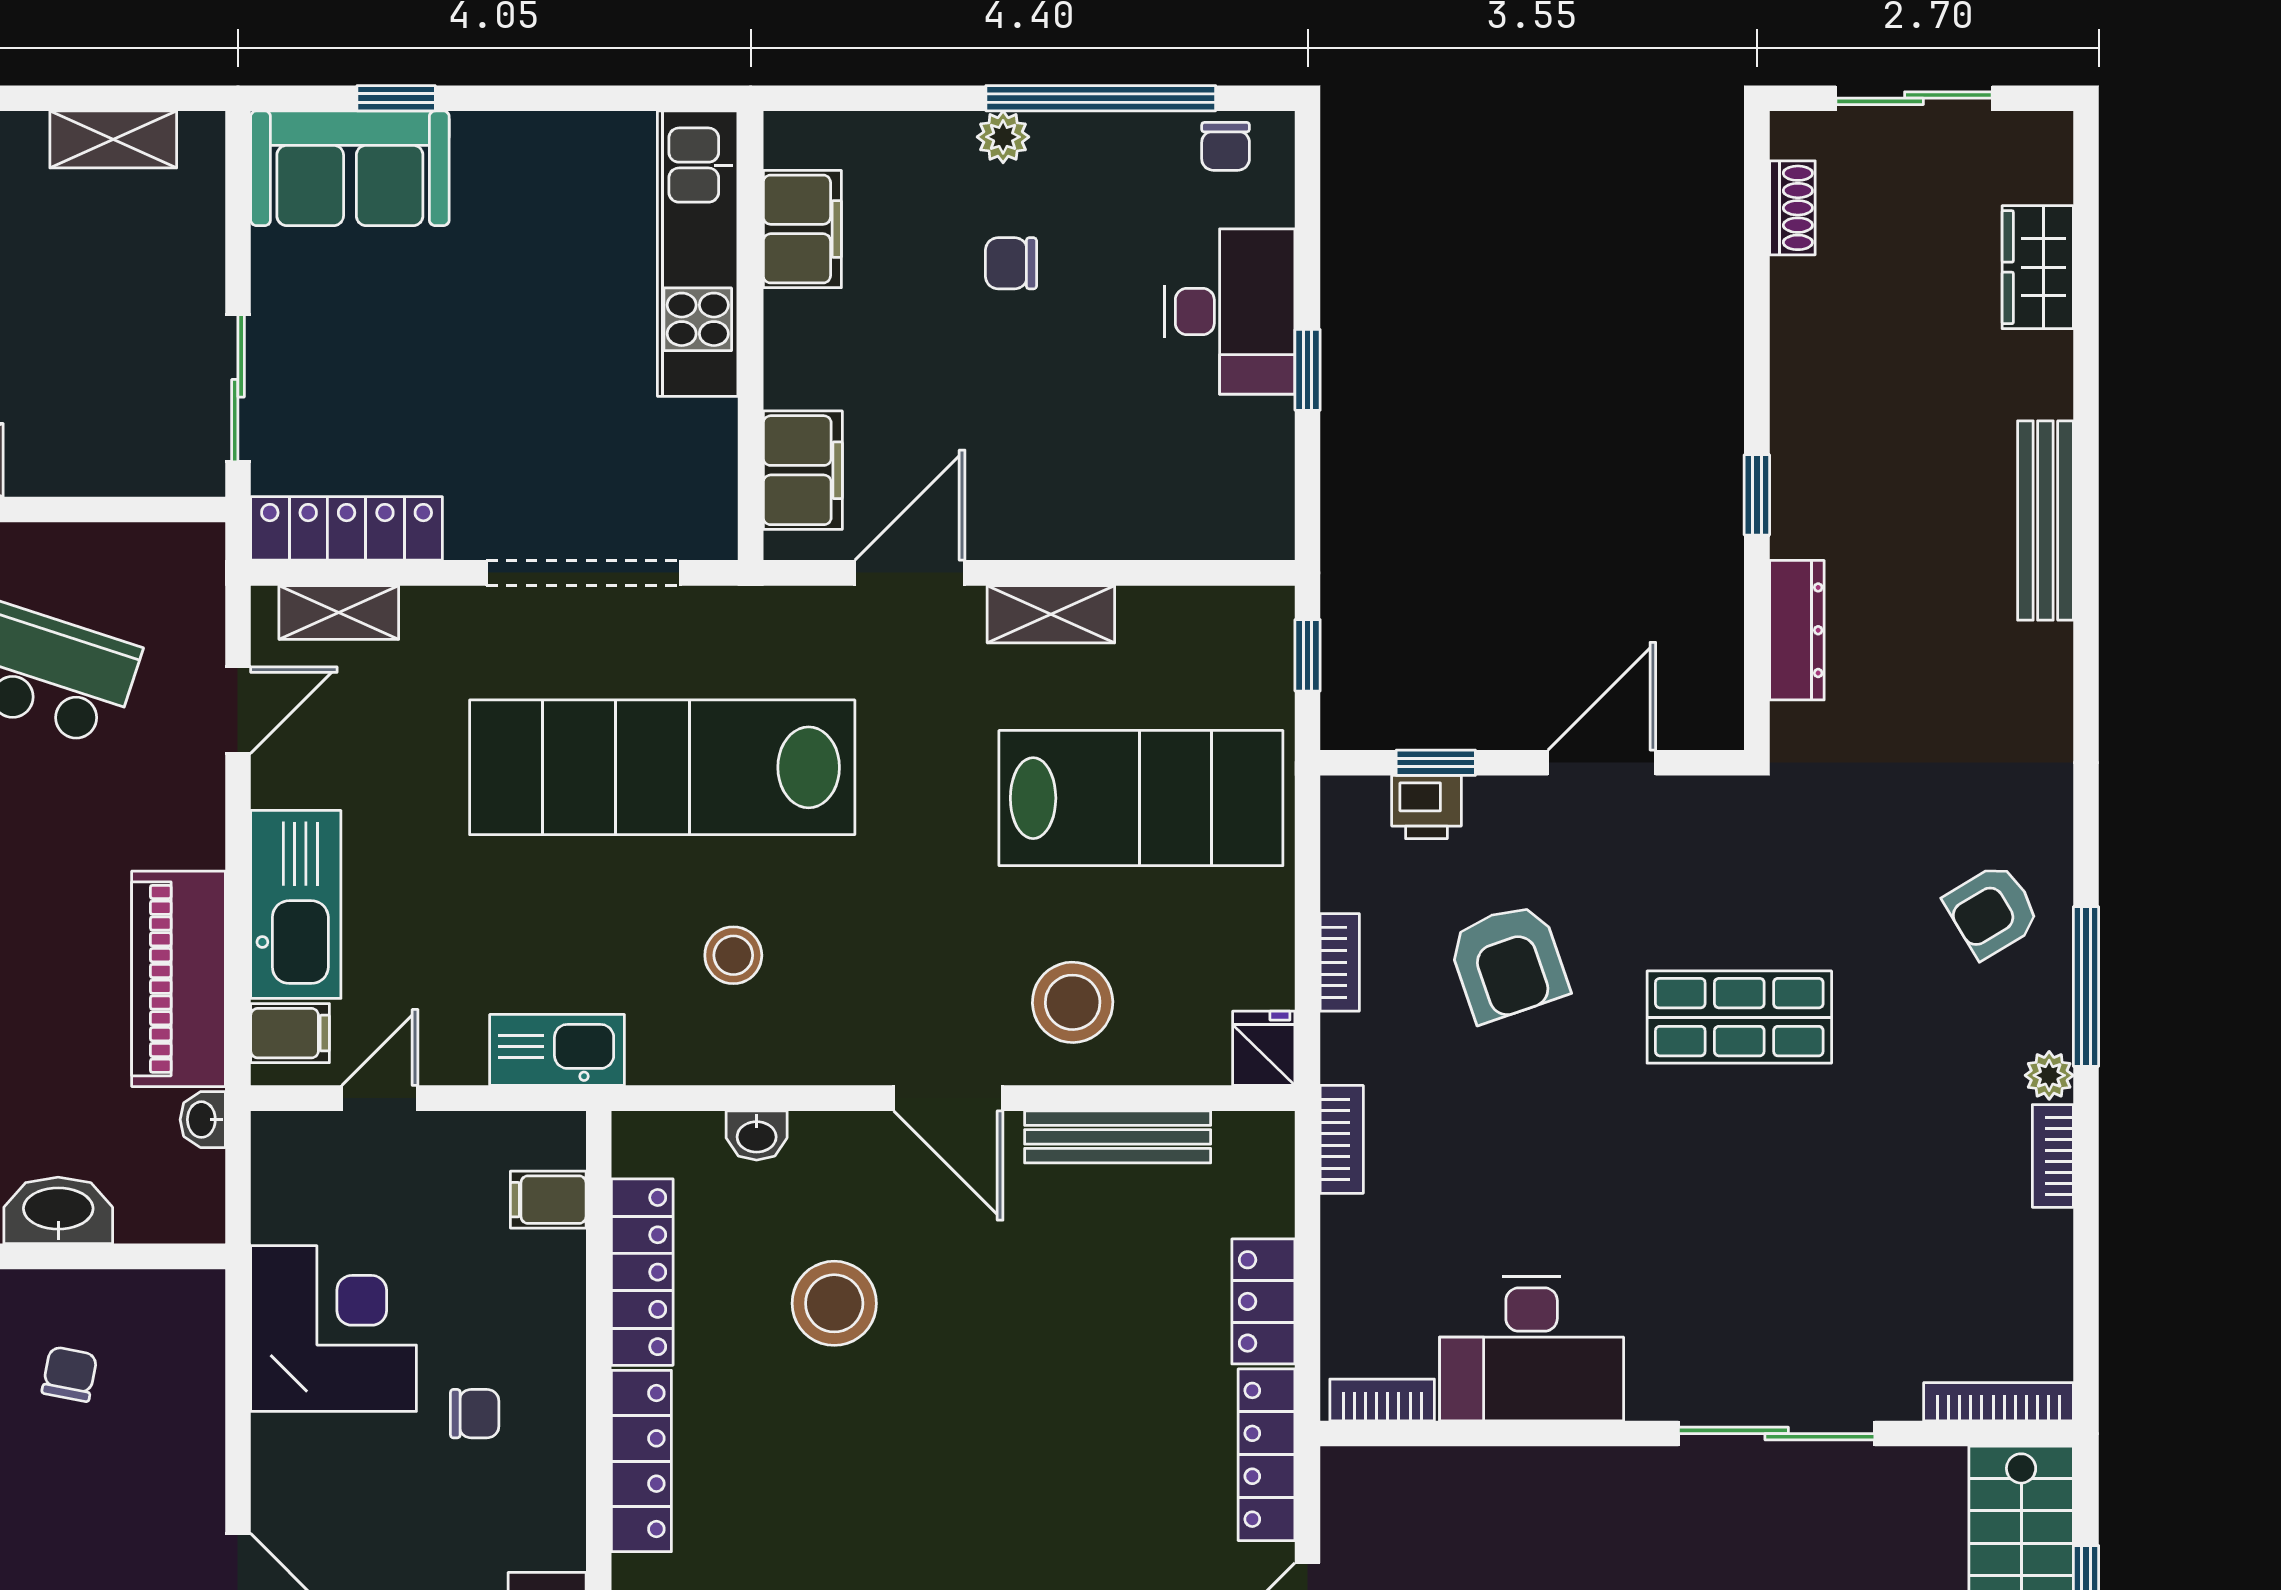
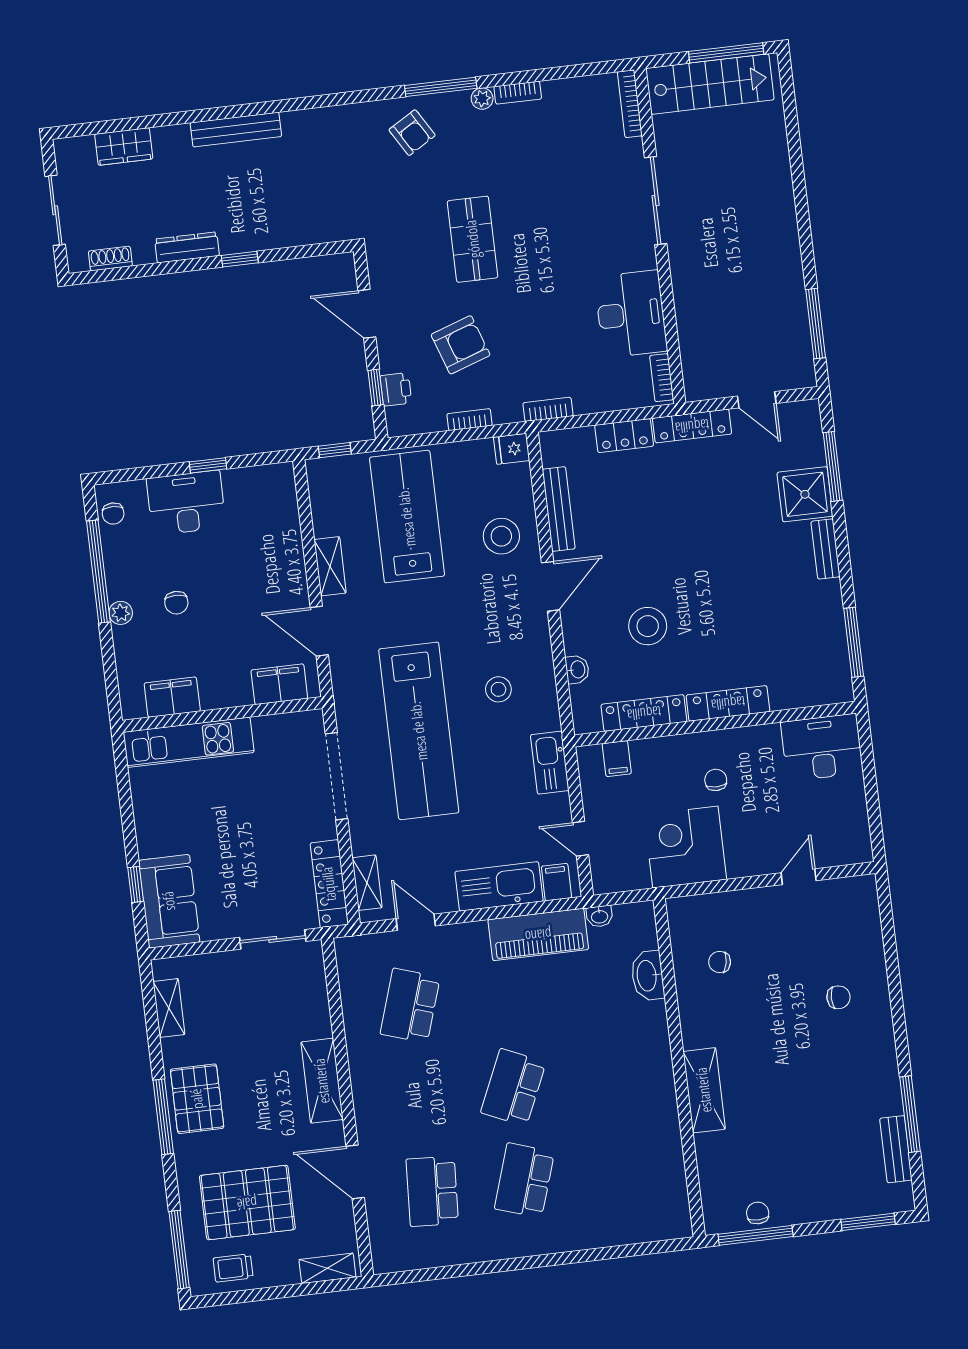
chair: (1226, 146) -> (113, 514), turned 90
dresser: (1797, 630) -> (187, 247), moved

